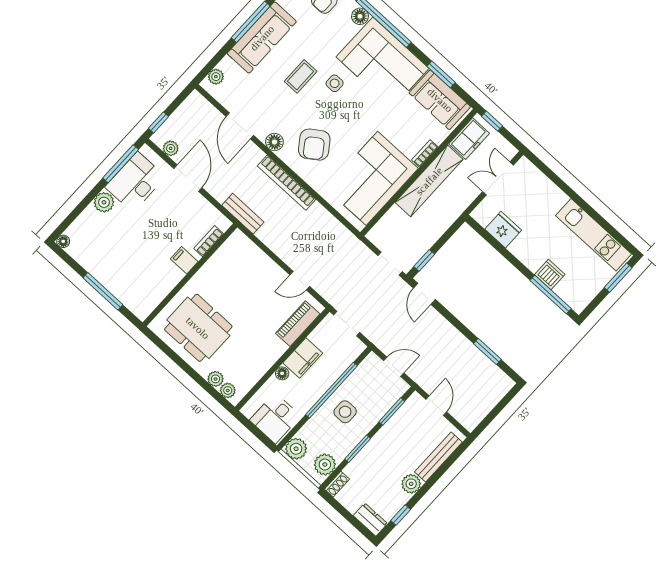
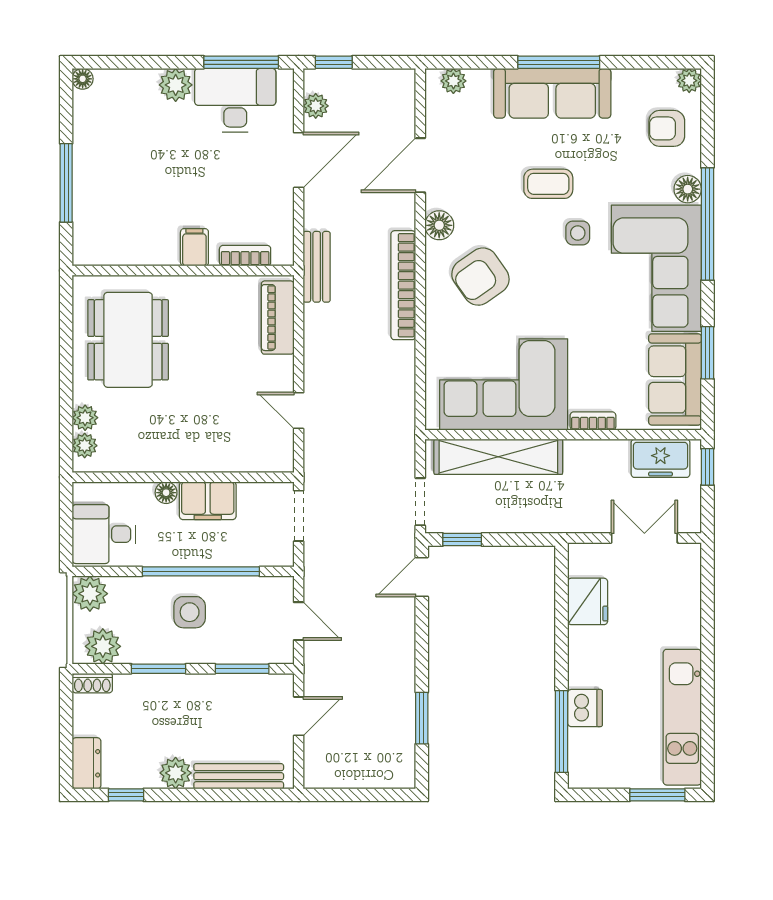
shelving: (429, 181) -> (498, 457), moved
piano: (298, 324) -> (278, 318), moved, turned -90

